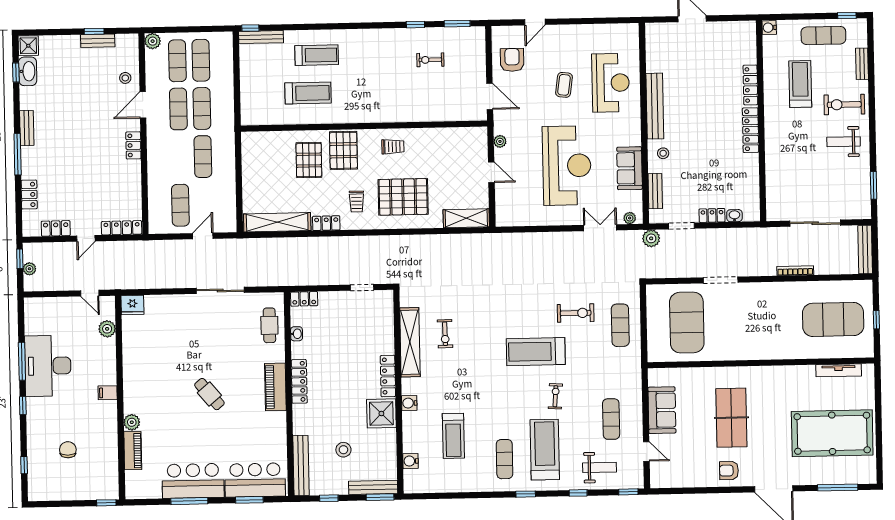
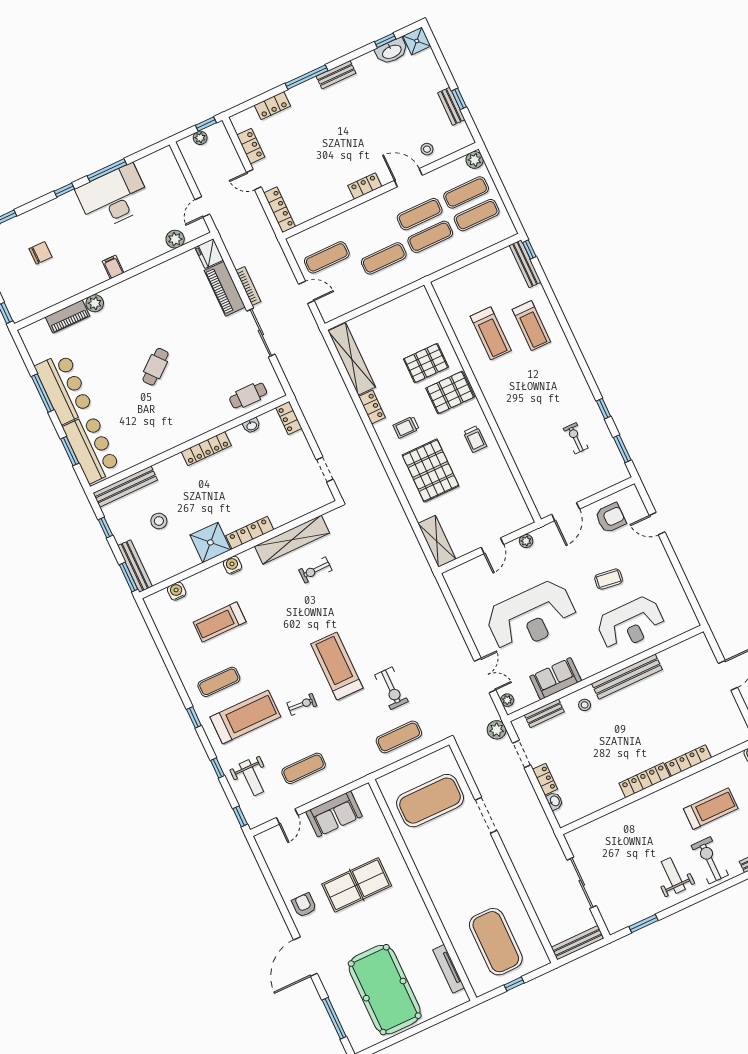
bookcase: (795, 271) -> (248, 286), moved
piano: (275, 387) -> (225, 289), moved, turned -90

